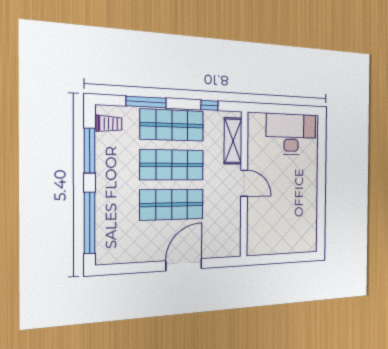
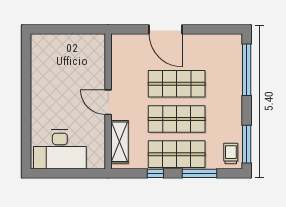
window: (209, 105) -> (155, 173), moved
trolley: (109, 124) -> (231, 154), turned 90
window: (89, 151) -> (247, 144), moved
door: (184, 265) -> (165, 29), hinge flipped

